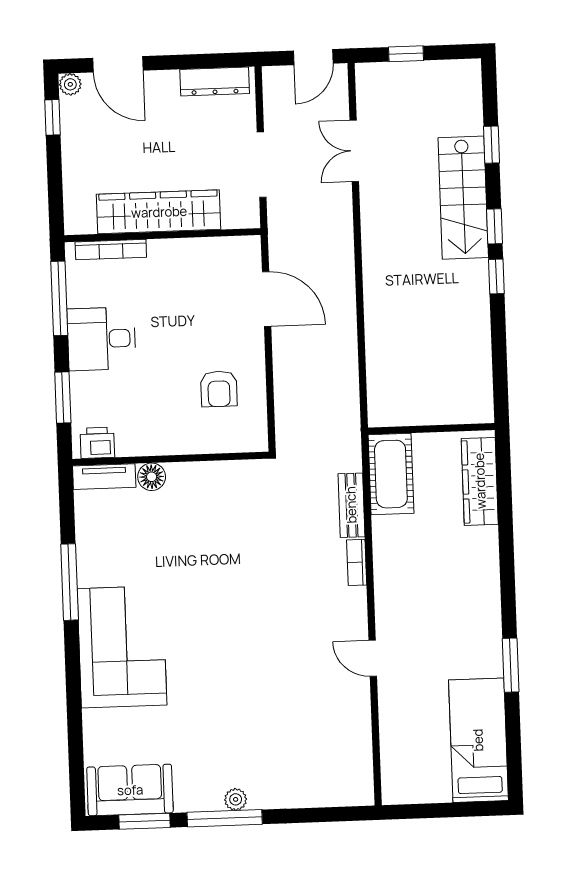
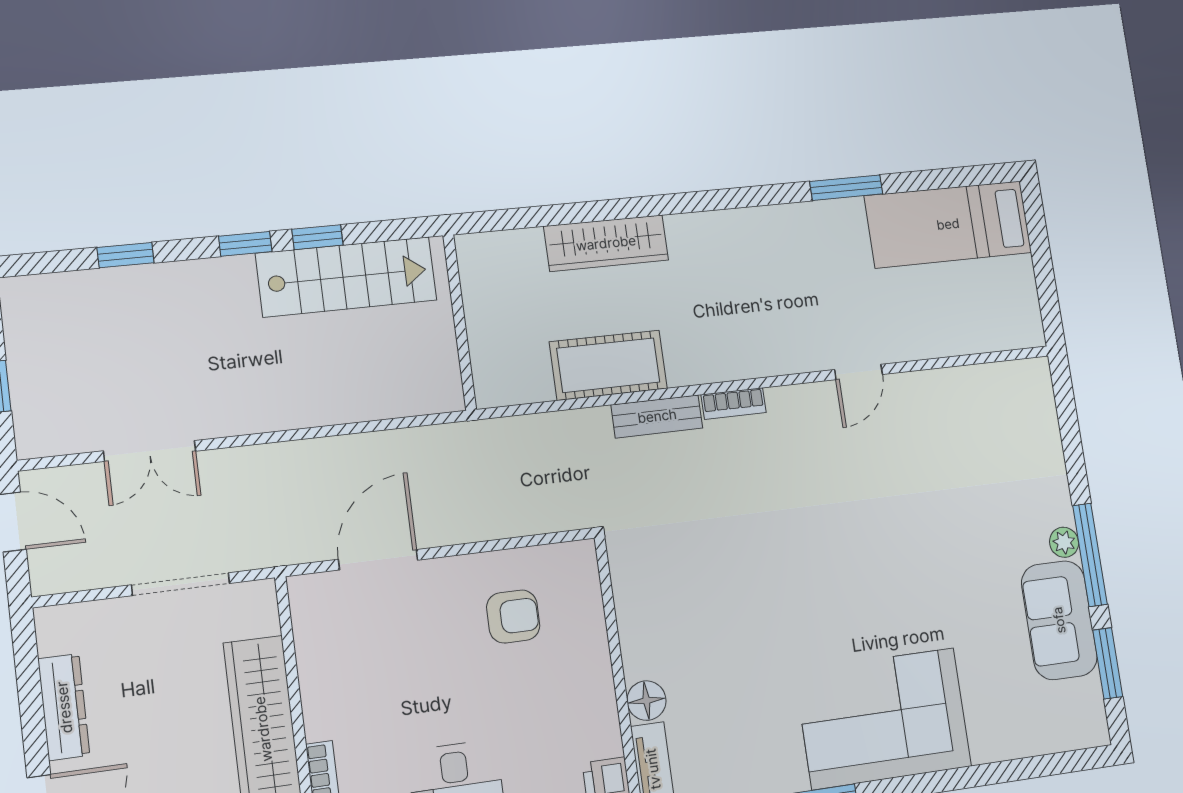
dresser: (215, 81) -> (64, 707), moved
stairs: (463, 198) -> (346, 277), moved
wall: (431, 429) -> (460, 322), moved
sofa: (130, 790) -> (1059, 620), moved

